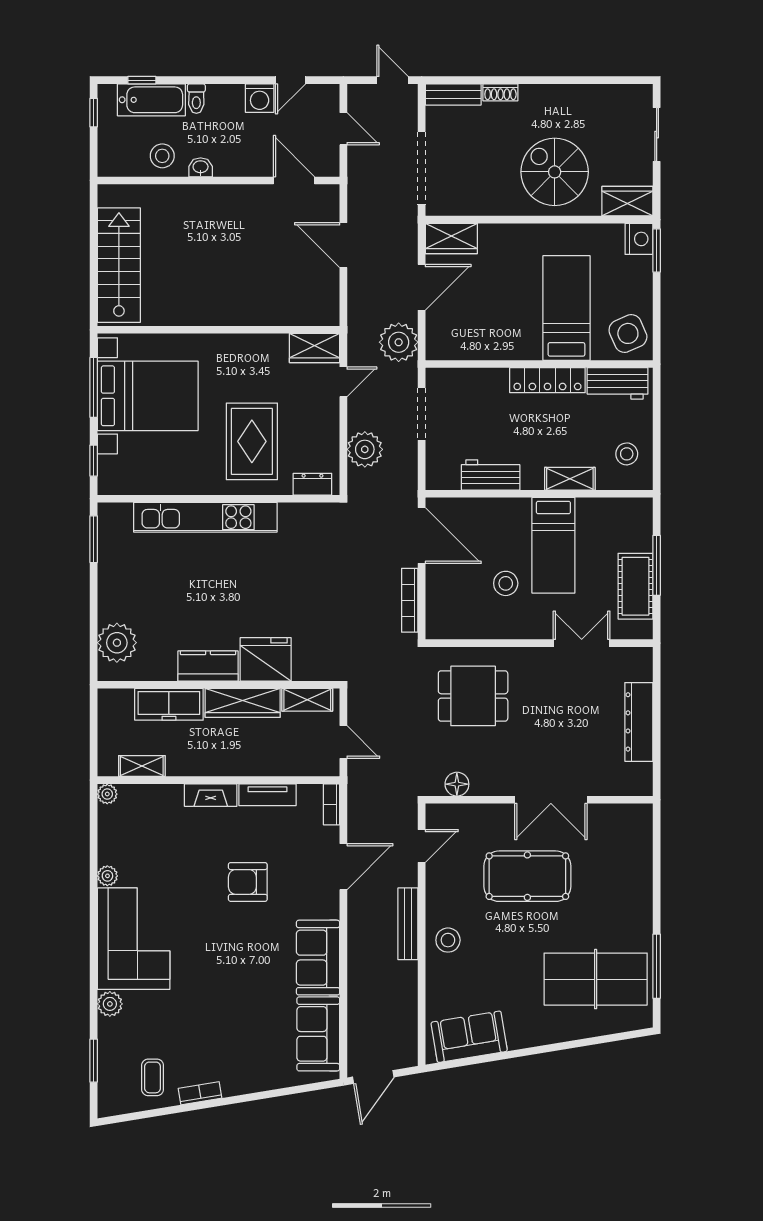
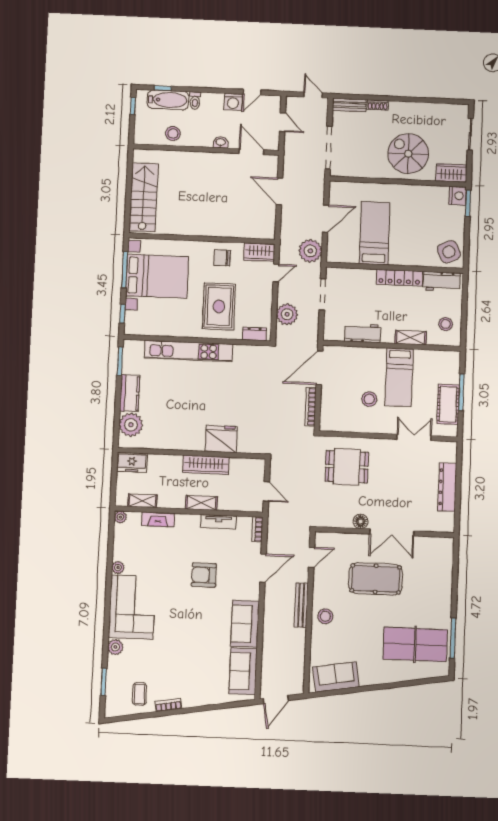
washbasin: (201, 167) -> (221, 142), moved
wardrobe: (451, 238) -> (345, 190), removed
bed: (566, 308) -> (375, 233), moved
chair: (253, 360) -> (222, 258), added
door: (422, 535) -> (319, 368), swing flipped
kitchen counter: (208, 666) -> (130, 393), moved, turned 90
shelving: (307, 700) -> (201, 503), moved
freezer: (169, 704) -> (132, 462), moved, width x0.71
floor lamp: (457, 784) -> (361, 521), moved
fireplace: (211, 795) -> (158, 519), moved

